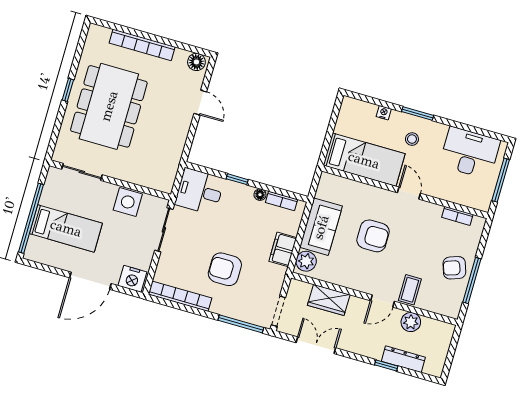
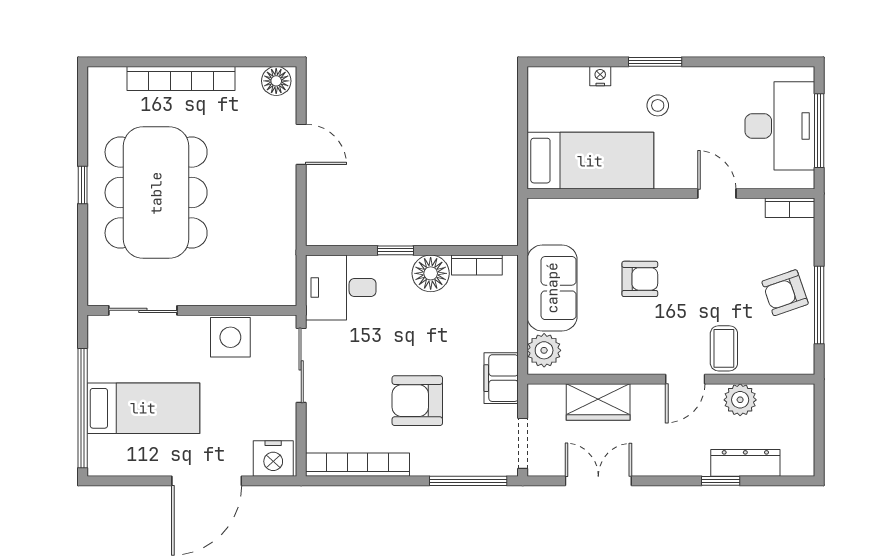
desk: (470, 153) -> (780, 126), moved, turned 90
door: (409, 193) -> (717, 194), moved
floor lamp: (260, 195) -> (431, 273), width x1.89, depth x1.89
bookcase: (457, 216) -> (790, 208), moved
armchair: (373, 236) -> (640, 279), width x0.72, depth x0.72
filing cabinet: (283, 249) -> (501, 378), moved

